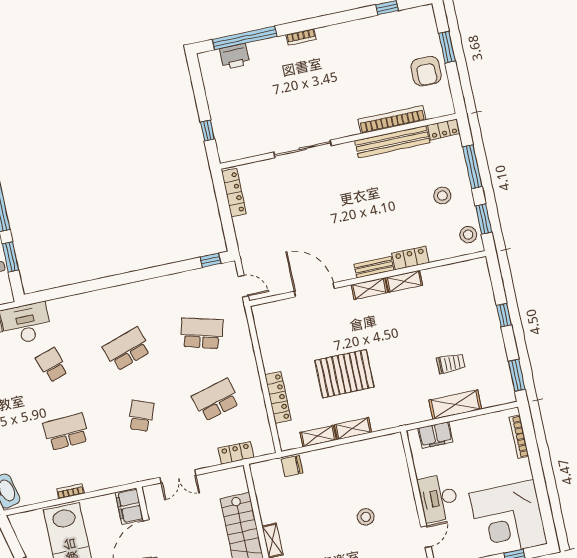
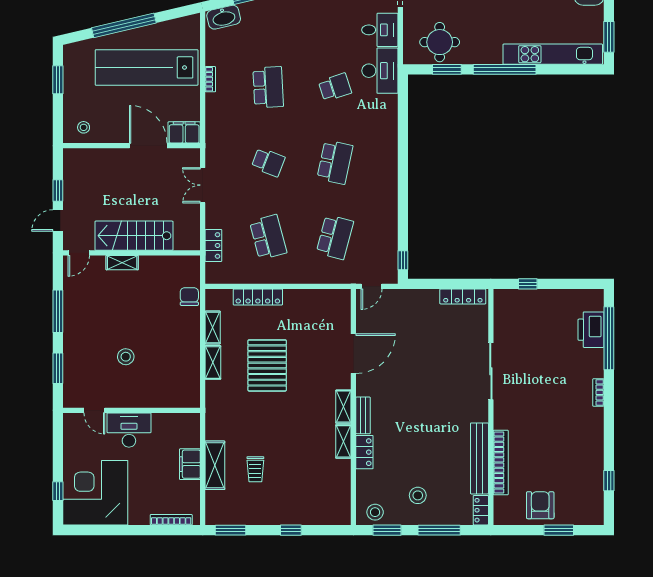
printer: (235, 56) -> (591, 330), width x1.37, depth x1.19
armchair: (426, 71) -> (540, 505), turned 90
school desk: (127, 349) -> (335, 162), turned 30
filing cabinet: (435, 435) -> (190, 464), moved

